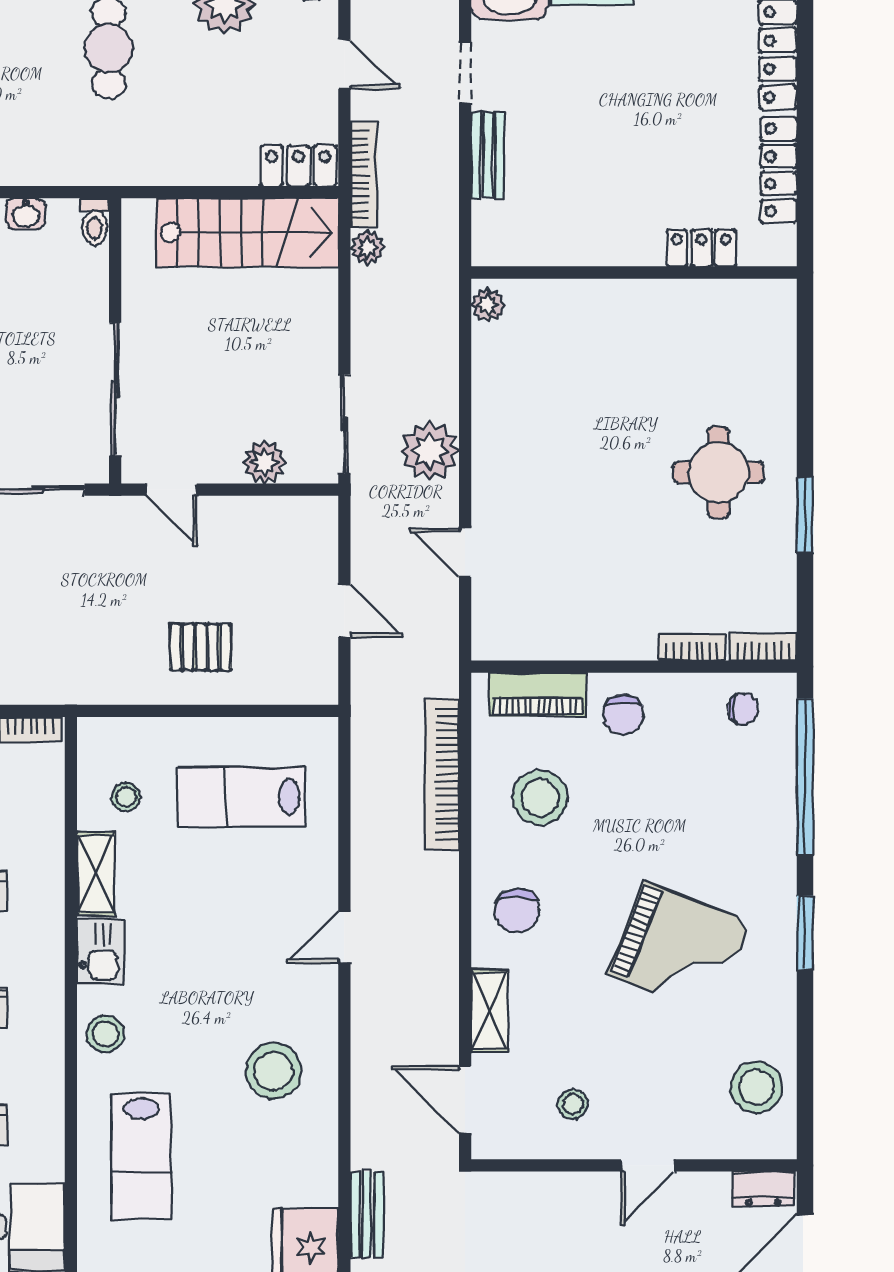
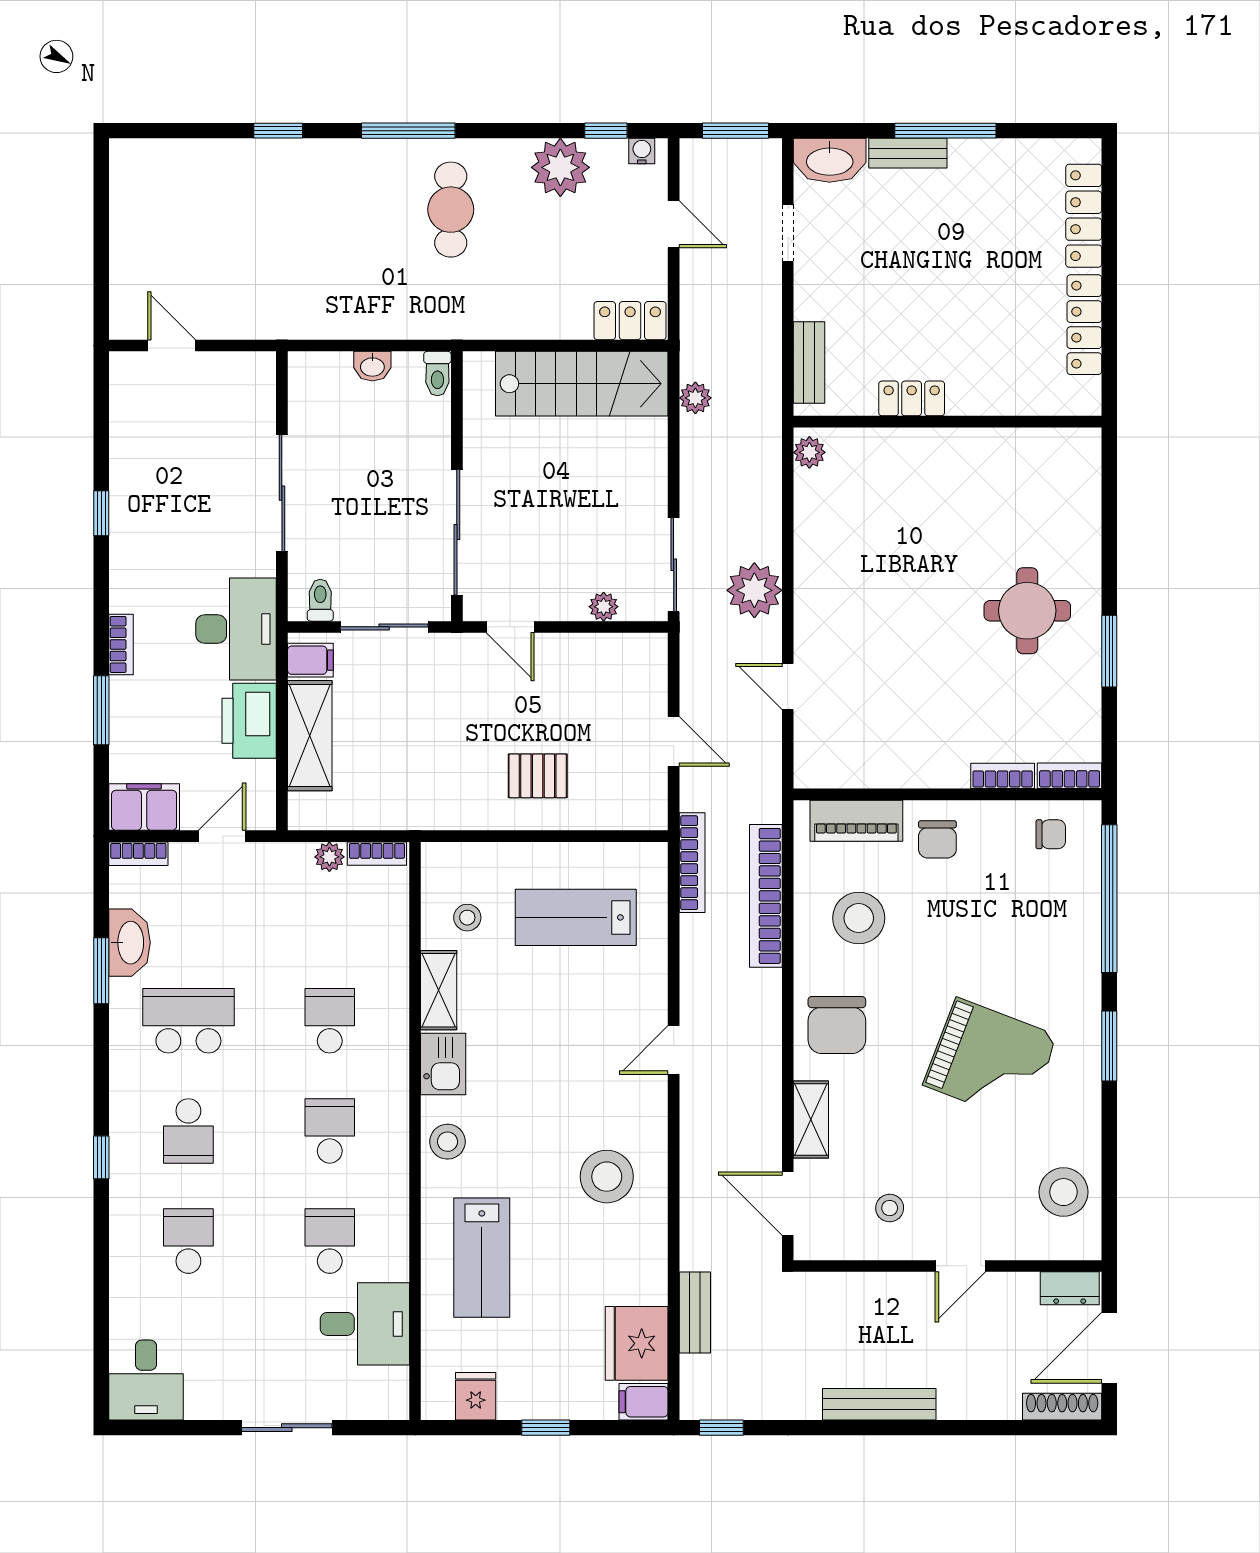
bench: (488, 155) -> (809, 363), moved
bookcase: (364, 175) -> (692, 863), moved
locker: (701, 248) -> (912, 398), moved
plant: (264, 462) -> (604, 607), width x0.73, depth x0.73
chair: (517, 911) -> (837, 1025), width x1.37, depth x1.37

